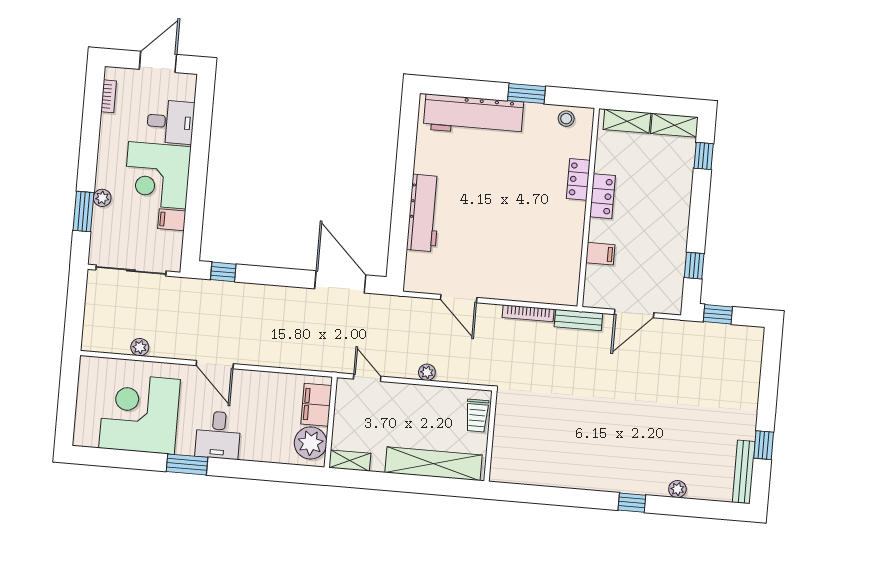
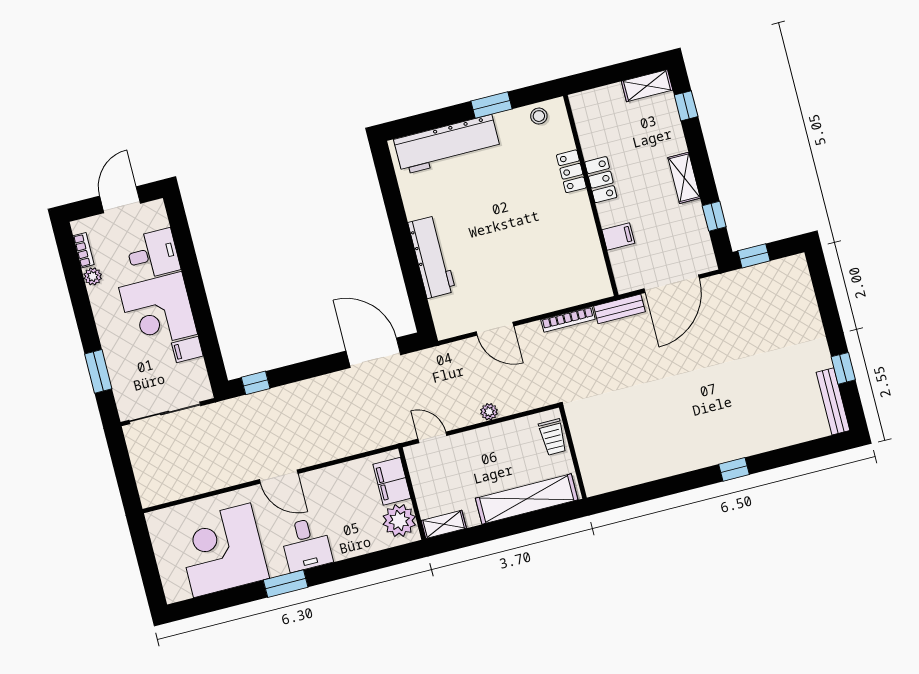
shelving: (627, 121) -> (684, 178), moved, turned 90
plant: (102, 198) -> (93, 276), moved
door: (634, 314) -> (672, 284), width x1.36
plant: (140, 347) -> (200, 485), removed
plant: (677, 489) -> (774, 441), removed

